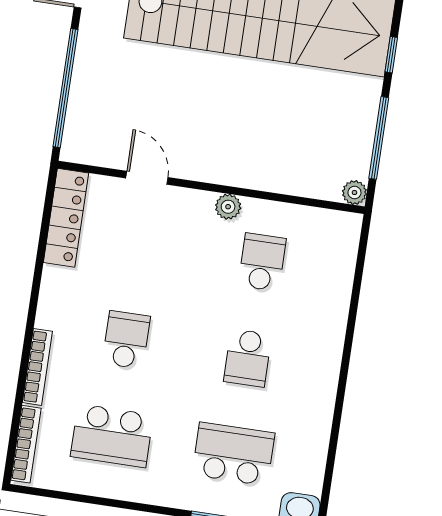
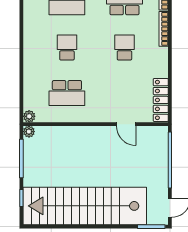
plant: (228, 207) -> (29, 116), moved
school desk: (262, 262) -> (67, 93), width x1.85
school desk: (126, 340) -> (124, 48), turned 180

